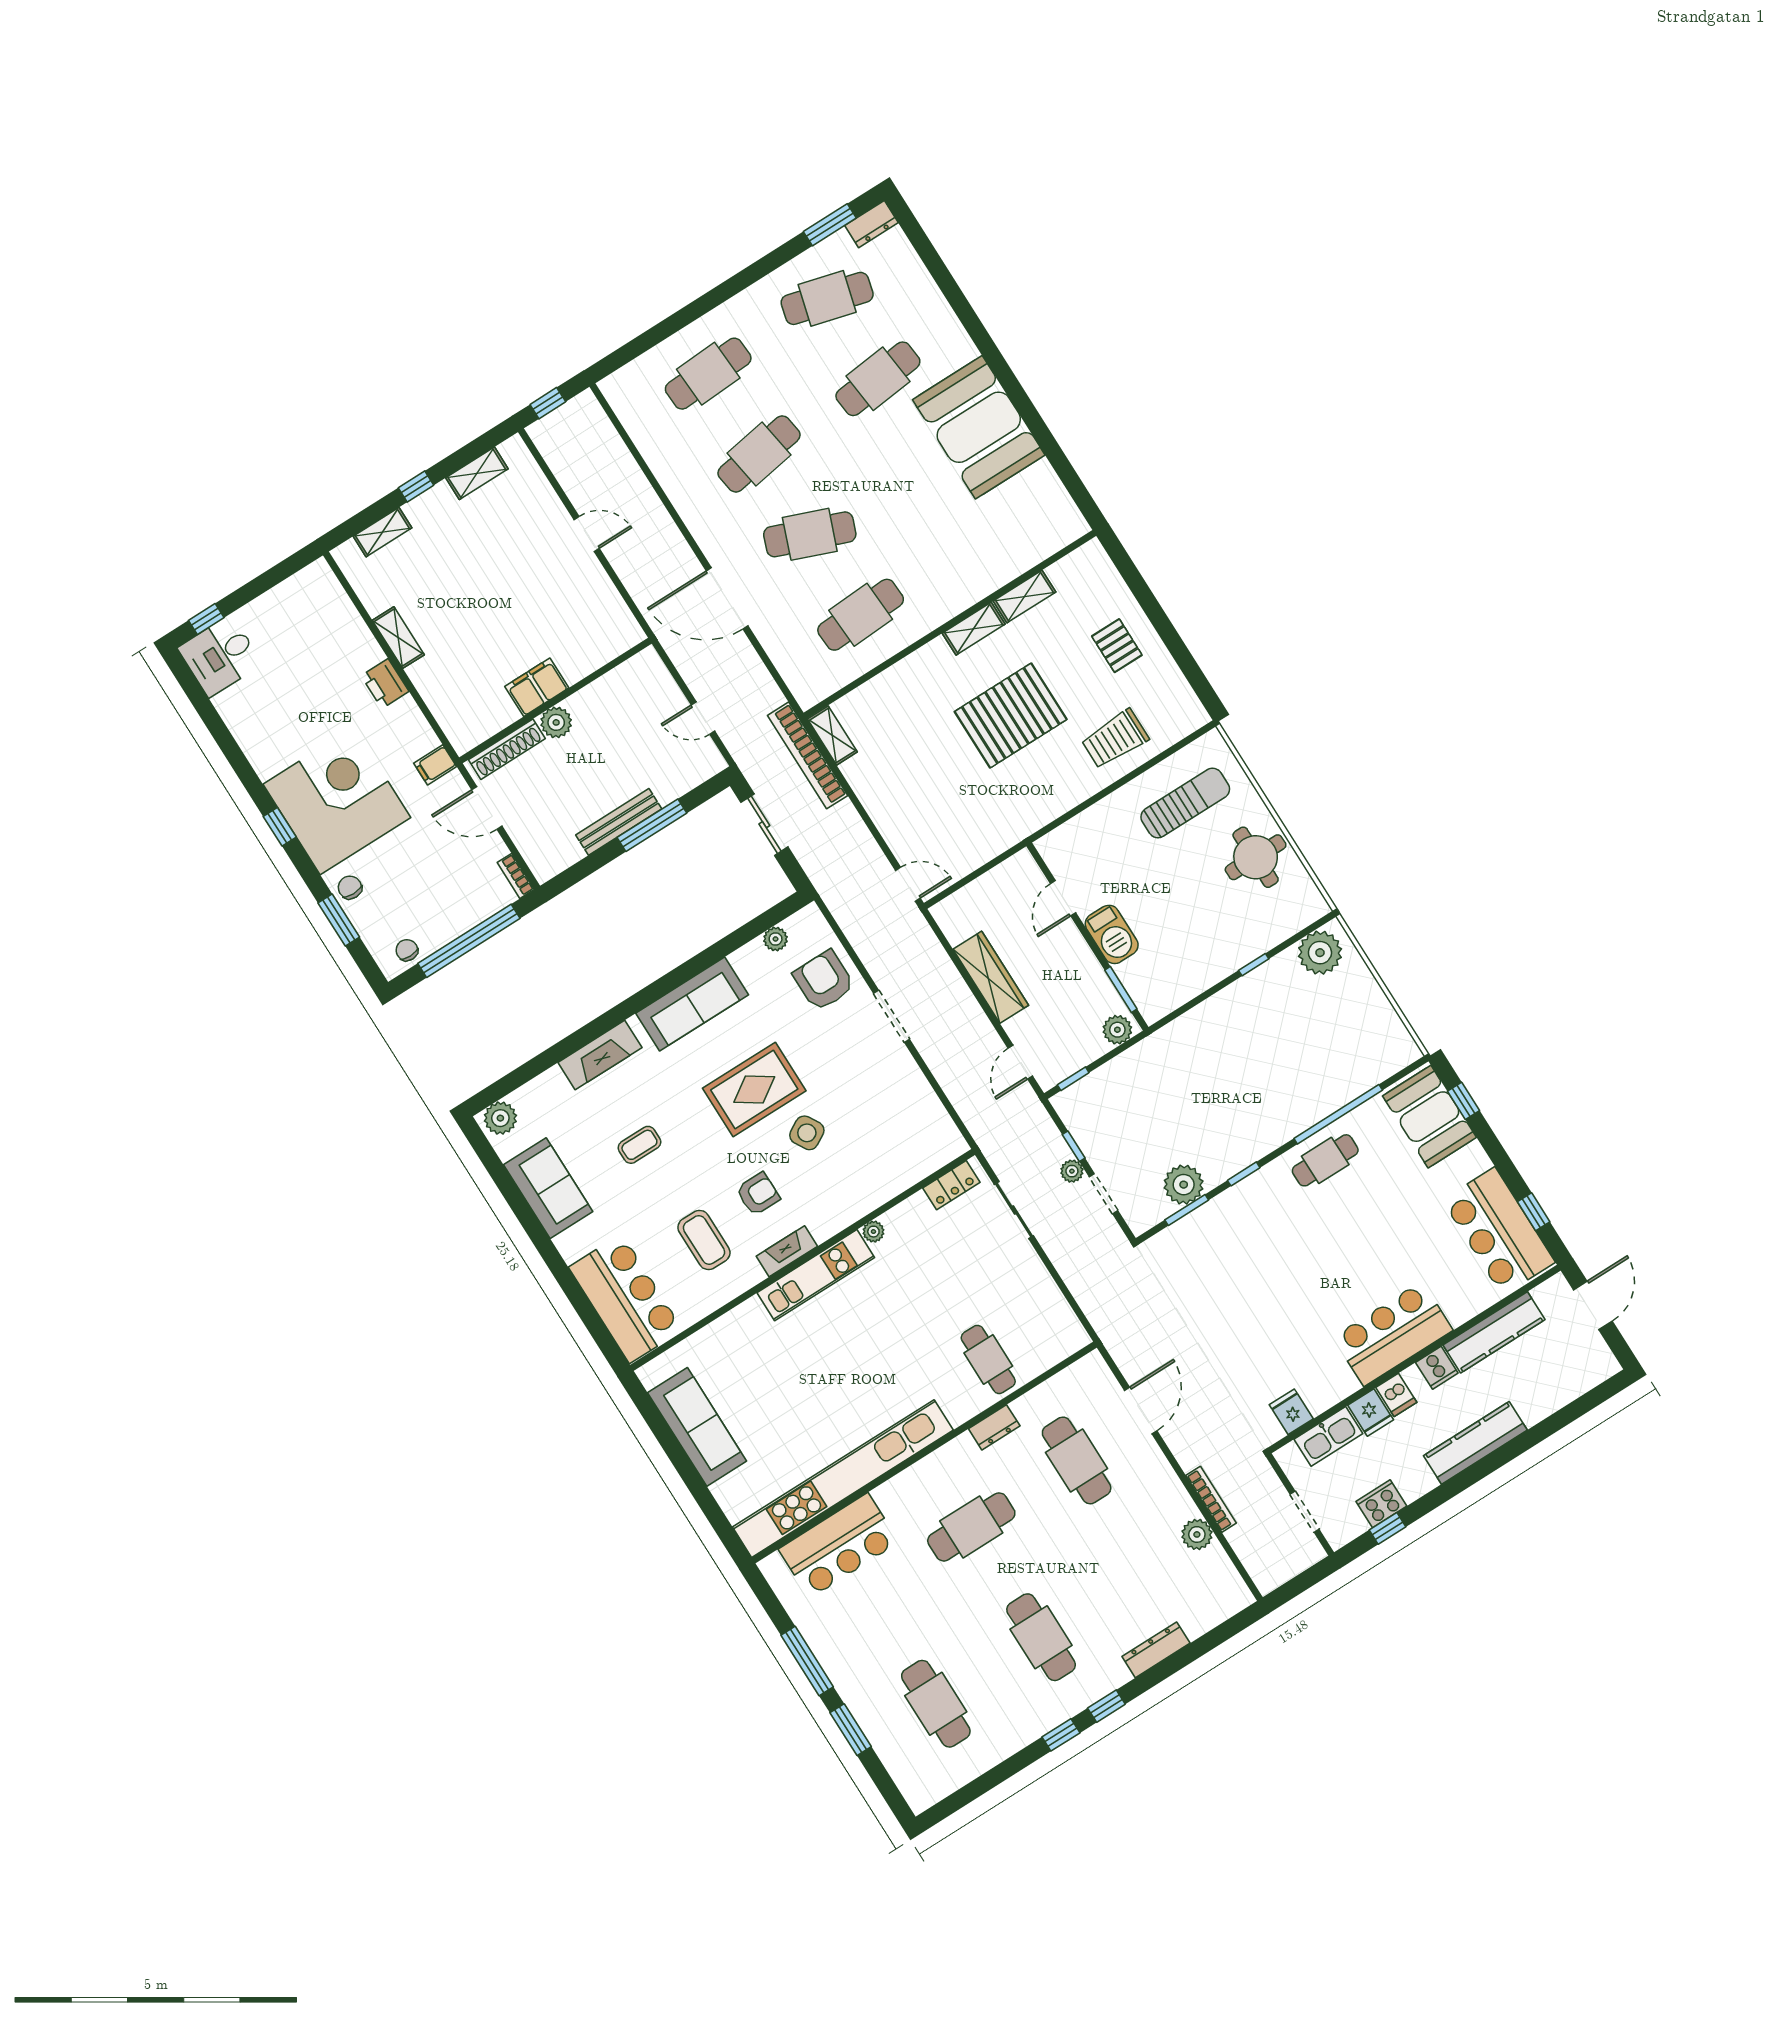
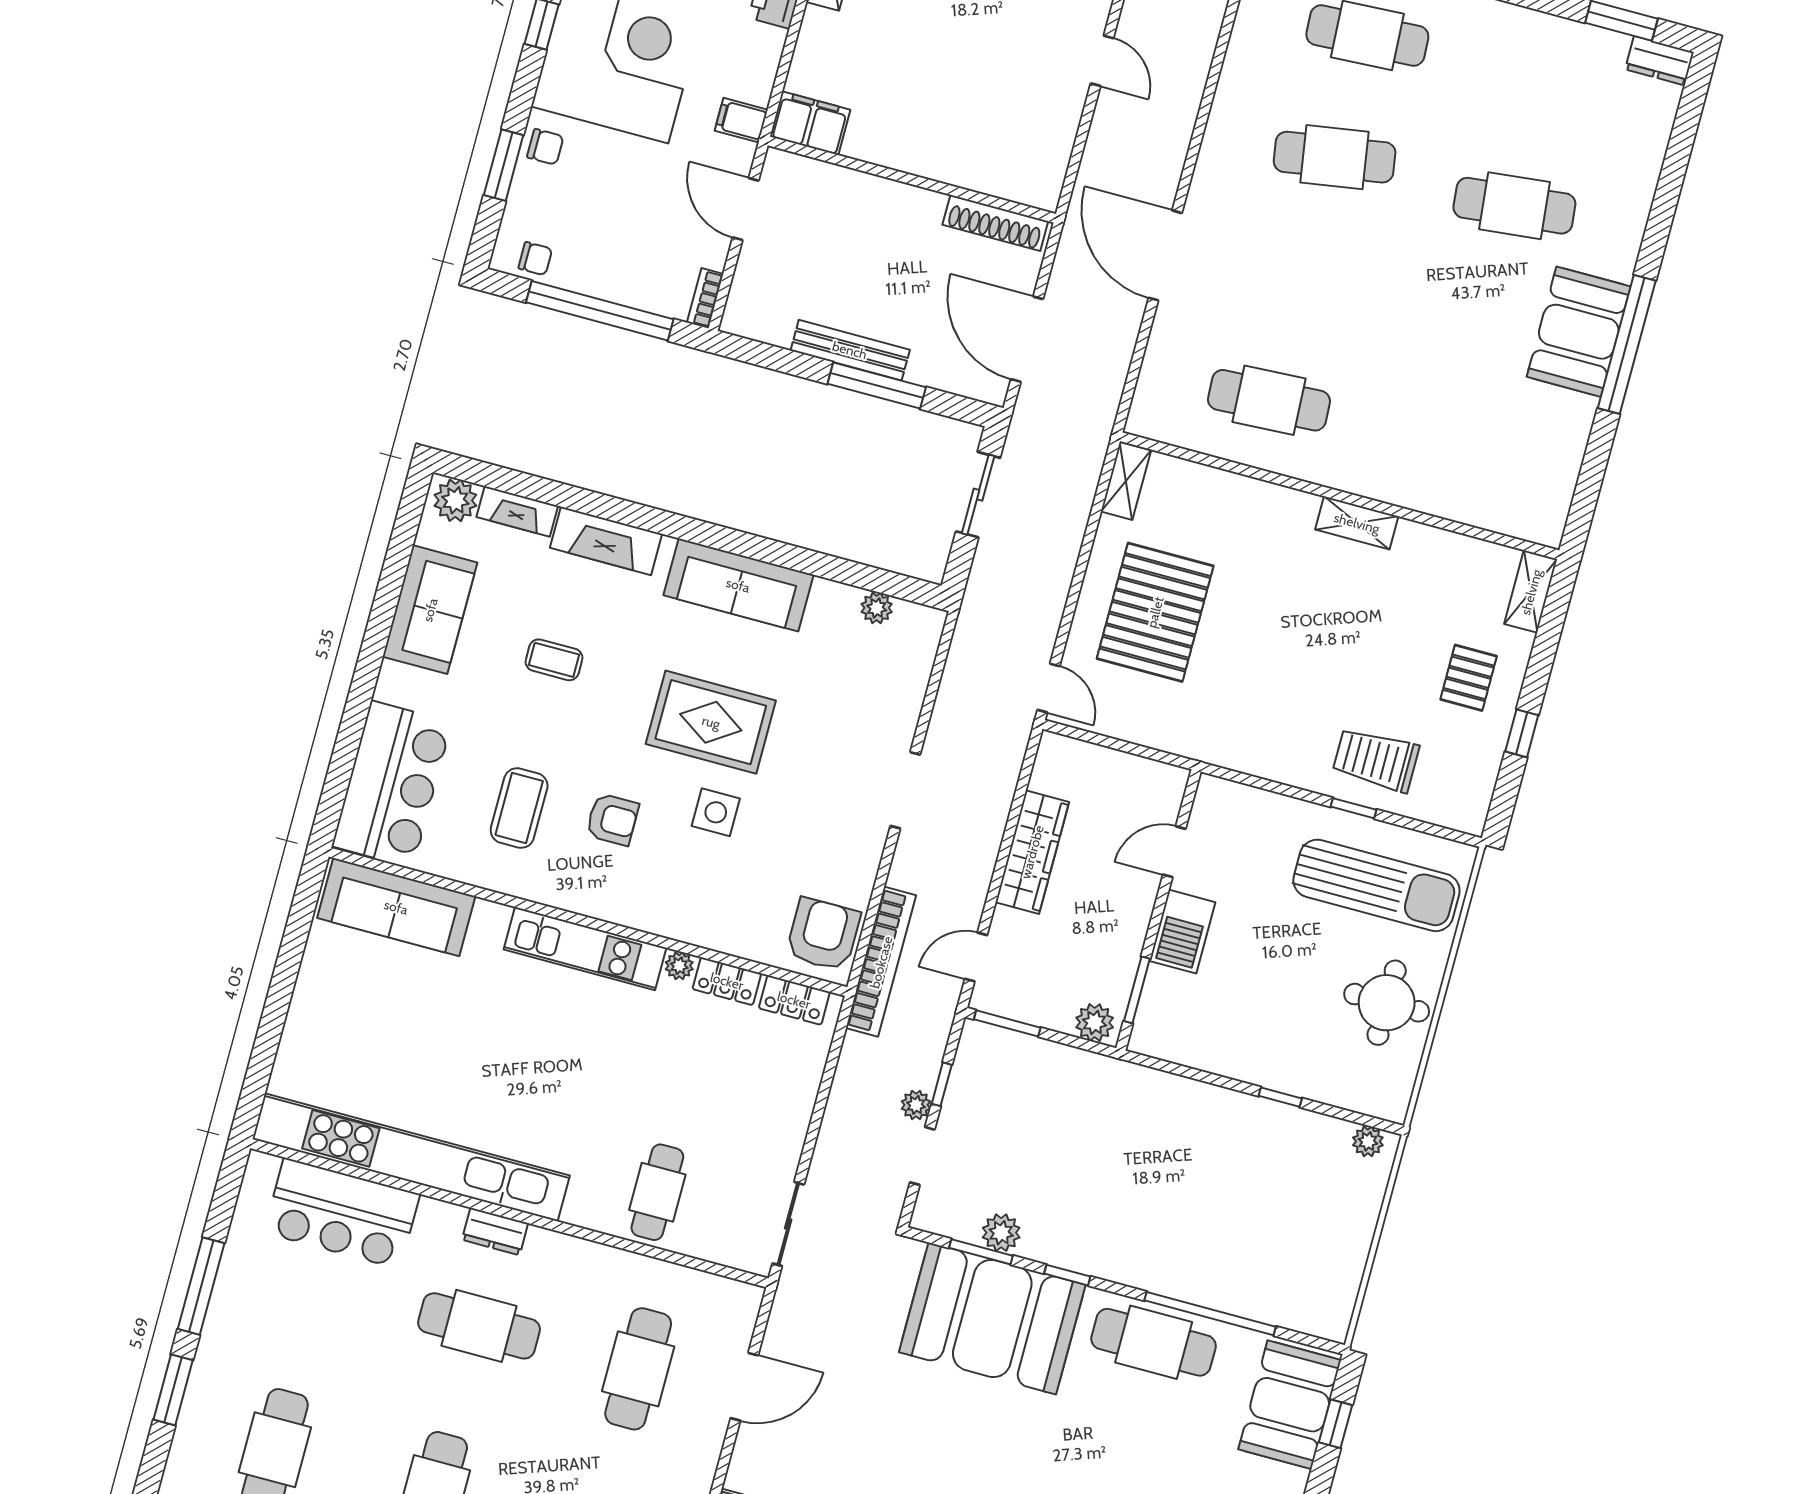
cafe table: (827, 298) -> (1547, 84), removed
window: (1012, 387) -> (1627, 344), added
booth: (979, 427) -> (1579, 332), width x0.73, depth x0.70
cafe table: (810, 534) -> (1302, 279), removed
shelving: (1024, 596) -> (1531, 592), moved, turned 90
window: (1175, 644) -> (1522, 733), added
filing cabinet: (537, 687) -> (810, 123), moved
pallet: (1011, 715) -> (1155, 612), moved, turned 90
door: (703, 718) -> (1027, 339), width x1.87
plant: (556, 722) -> (891, 200), removed
shoe rack: (507, 749) -> (995, 223), moved
bookcase: (808, 755) -> (881, 962), moved, turned 180
window: (1131, 776) -> (1354, 808), added
sun lounger: (1185, 803) -> (1376, 885), width x1.36, depth x1.34
chair: (350, 887) -> (545, 147), turned 90
chair: (407, 950) -> (535, 259), turned 90
plant: (1320, 953) -> (1368, 1141), width x0.53, depth x0.53
armchair: (824, 981) -> (823, 934), moved
window: (1073, 1079) -> (1007, 1023), width x1.50
side table: (807, 1133) -> (716, 812), turned 30
cafe table: (1325, 1160) -> (1154, 1342), width x1.37, depth x1.35
plant: (1184, 1185) -> (1001, 1233), width x0.73, depth x0.73
sliding door: (1014, 1210) -> (788, 1224), moved
locker: (906, 1213) -> (727, 981), added
booth: (1230, 1238) -> (992, 1318), added
fireplace: (787, 1251) -> (517, 511), moved, turned 180
sofa: (697, 1427) -> (396, 907), moved, turned 90
dresser: (994, 1427) -> (495, 1231), moved

